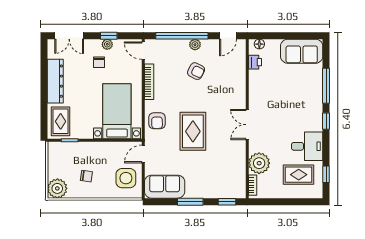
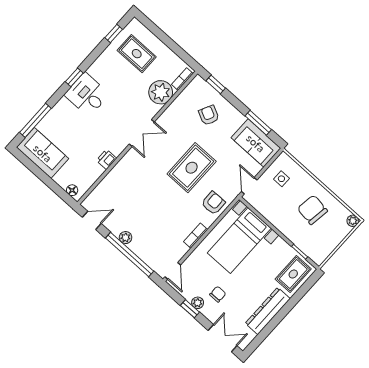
printer: (255, 62) -> (106, 159), moved
armchair: (196, 71) -> (209, 115), moved
bookcase: (149, 82) -> (196, 236), width x0.64
window: (326, 86) -> (35, 120), moved
desk: (307, 146) -> (87, 95), moved
door: (143, 154) -> (249, 186), swing flipped
chair: (86, 176) -> (312, 210), width x1.87, depth x1.87
side table: (126, 178) -> (281, 179), width x0.54, depth x0.54
plant: (57, 188) -> (353, 221), width x0.53, depth x0.53
window: (190, 202) -> (258, 123), moved

